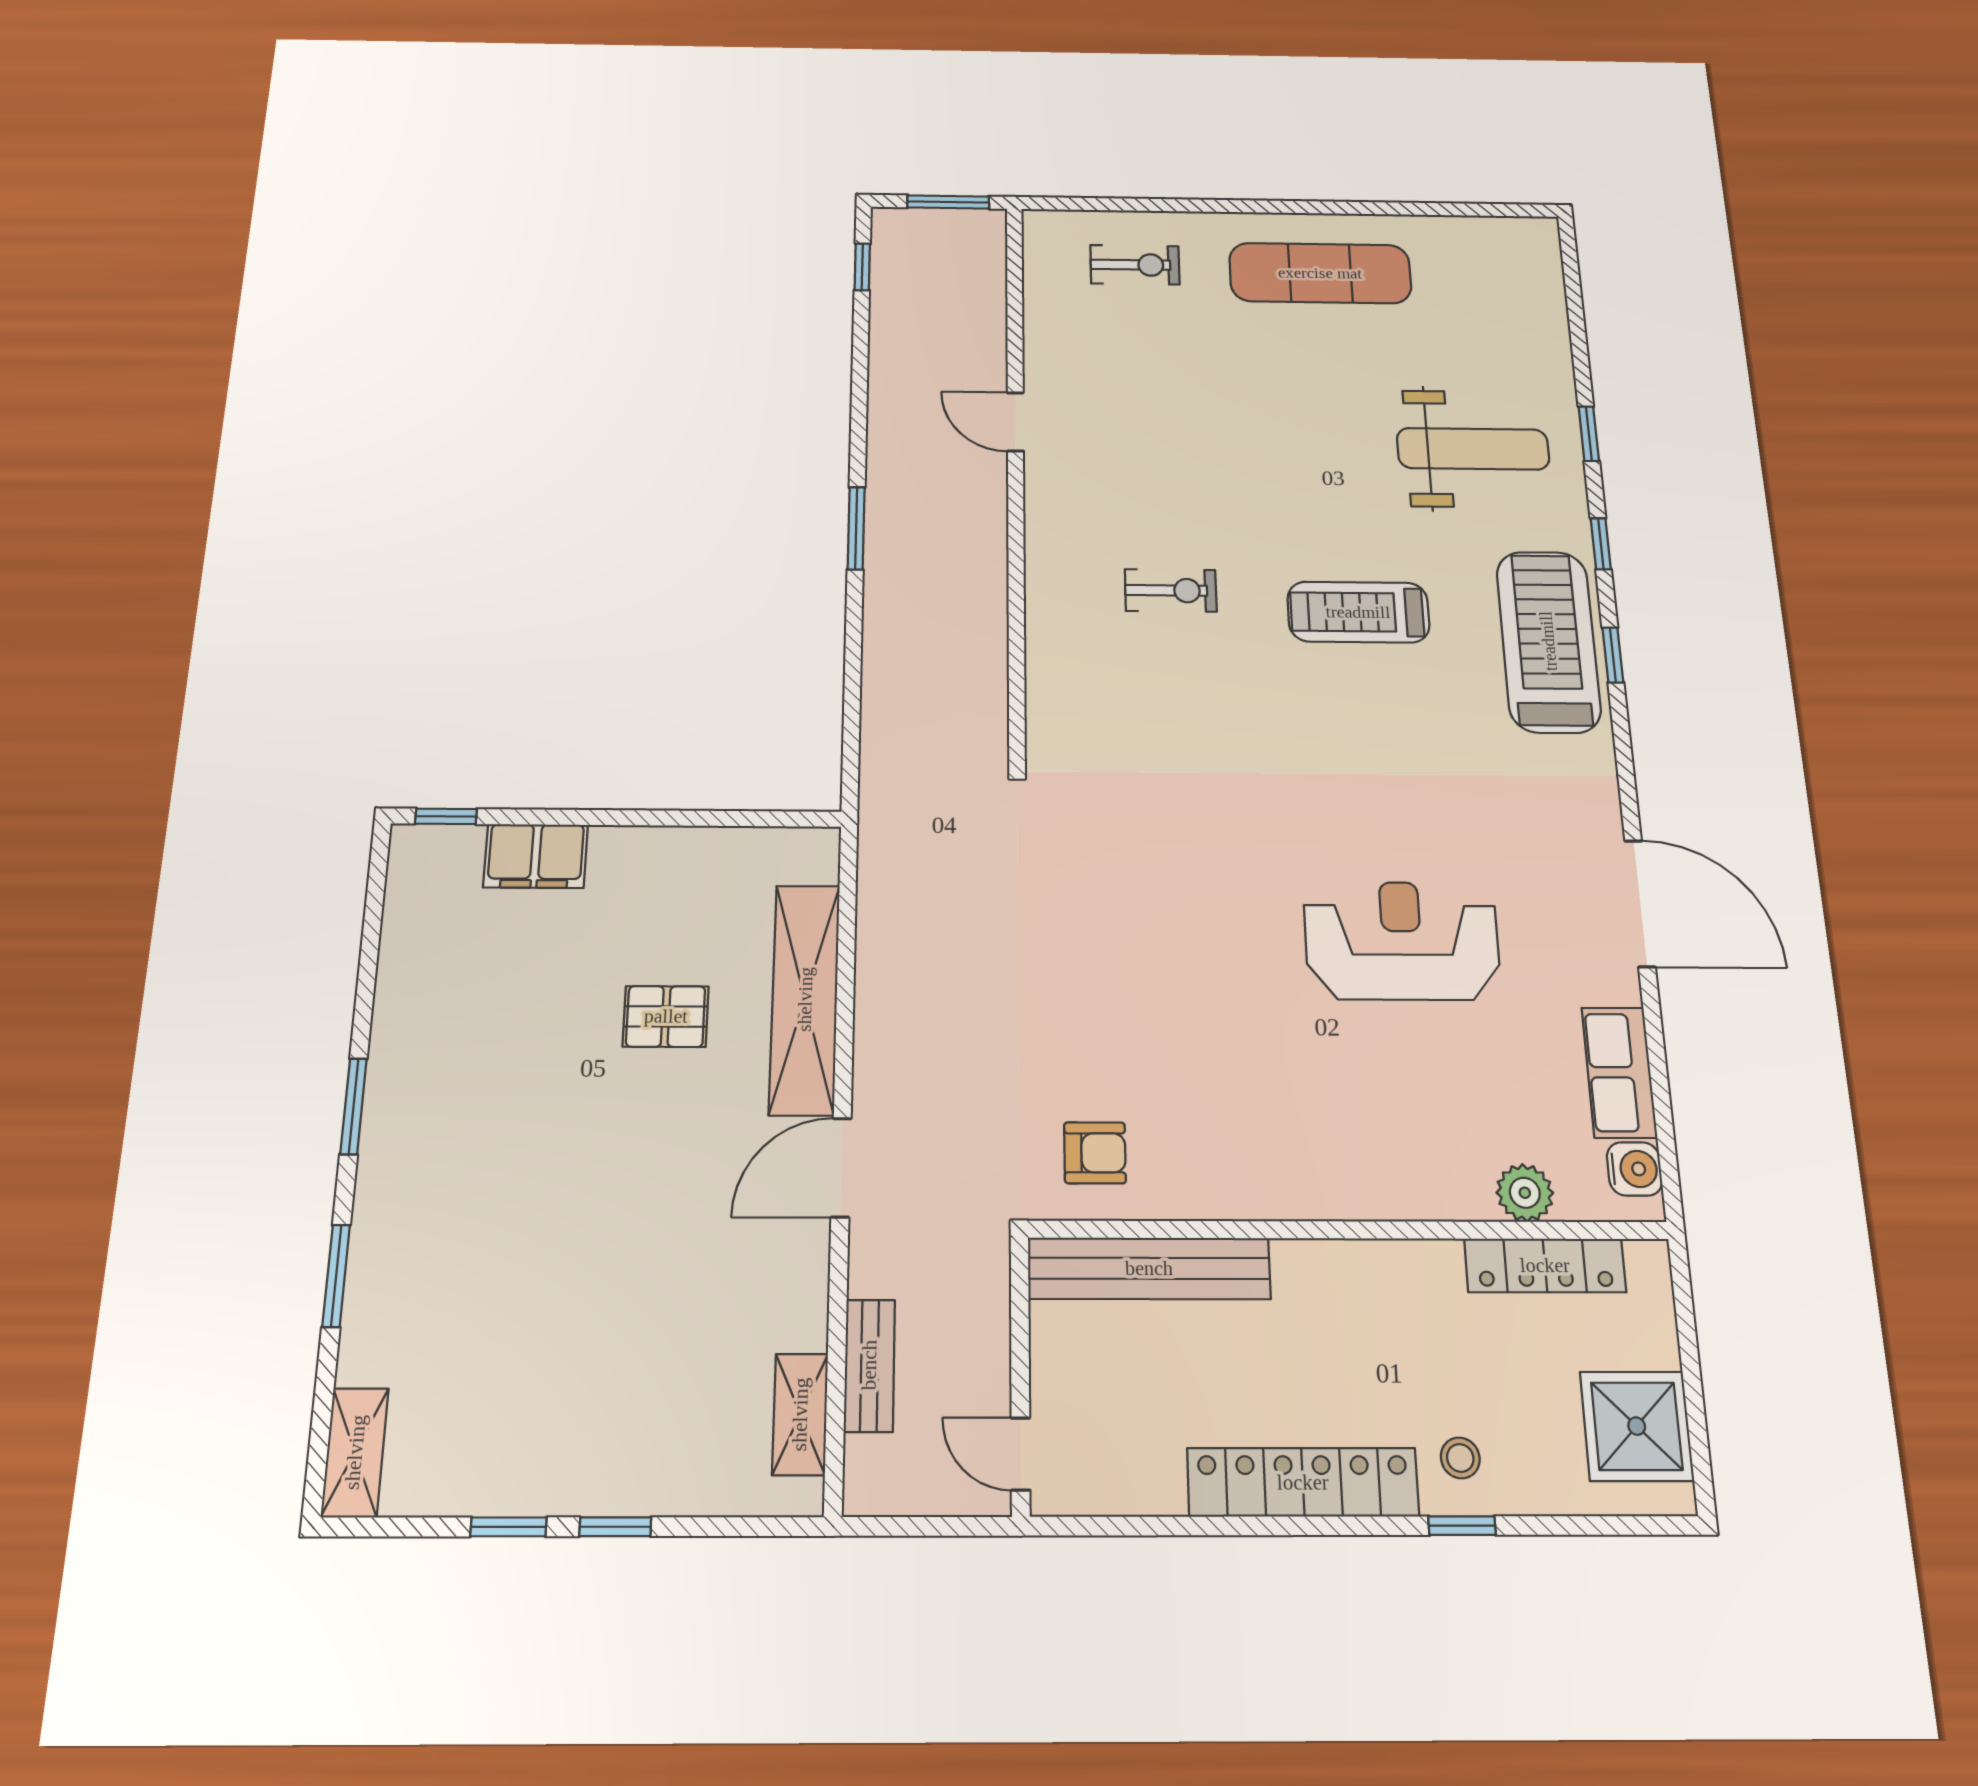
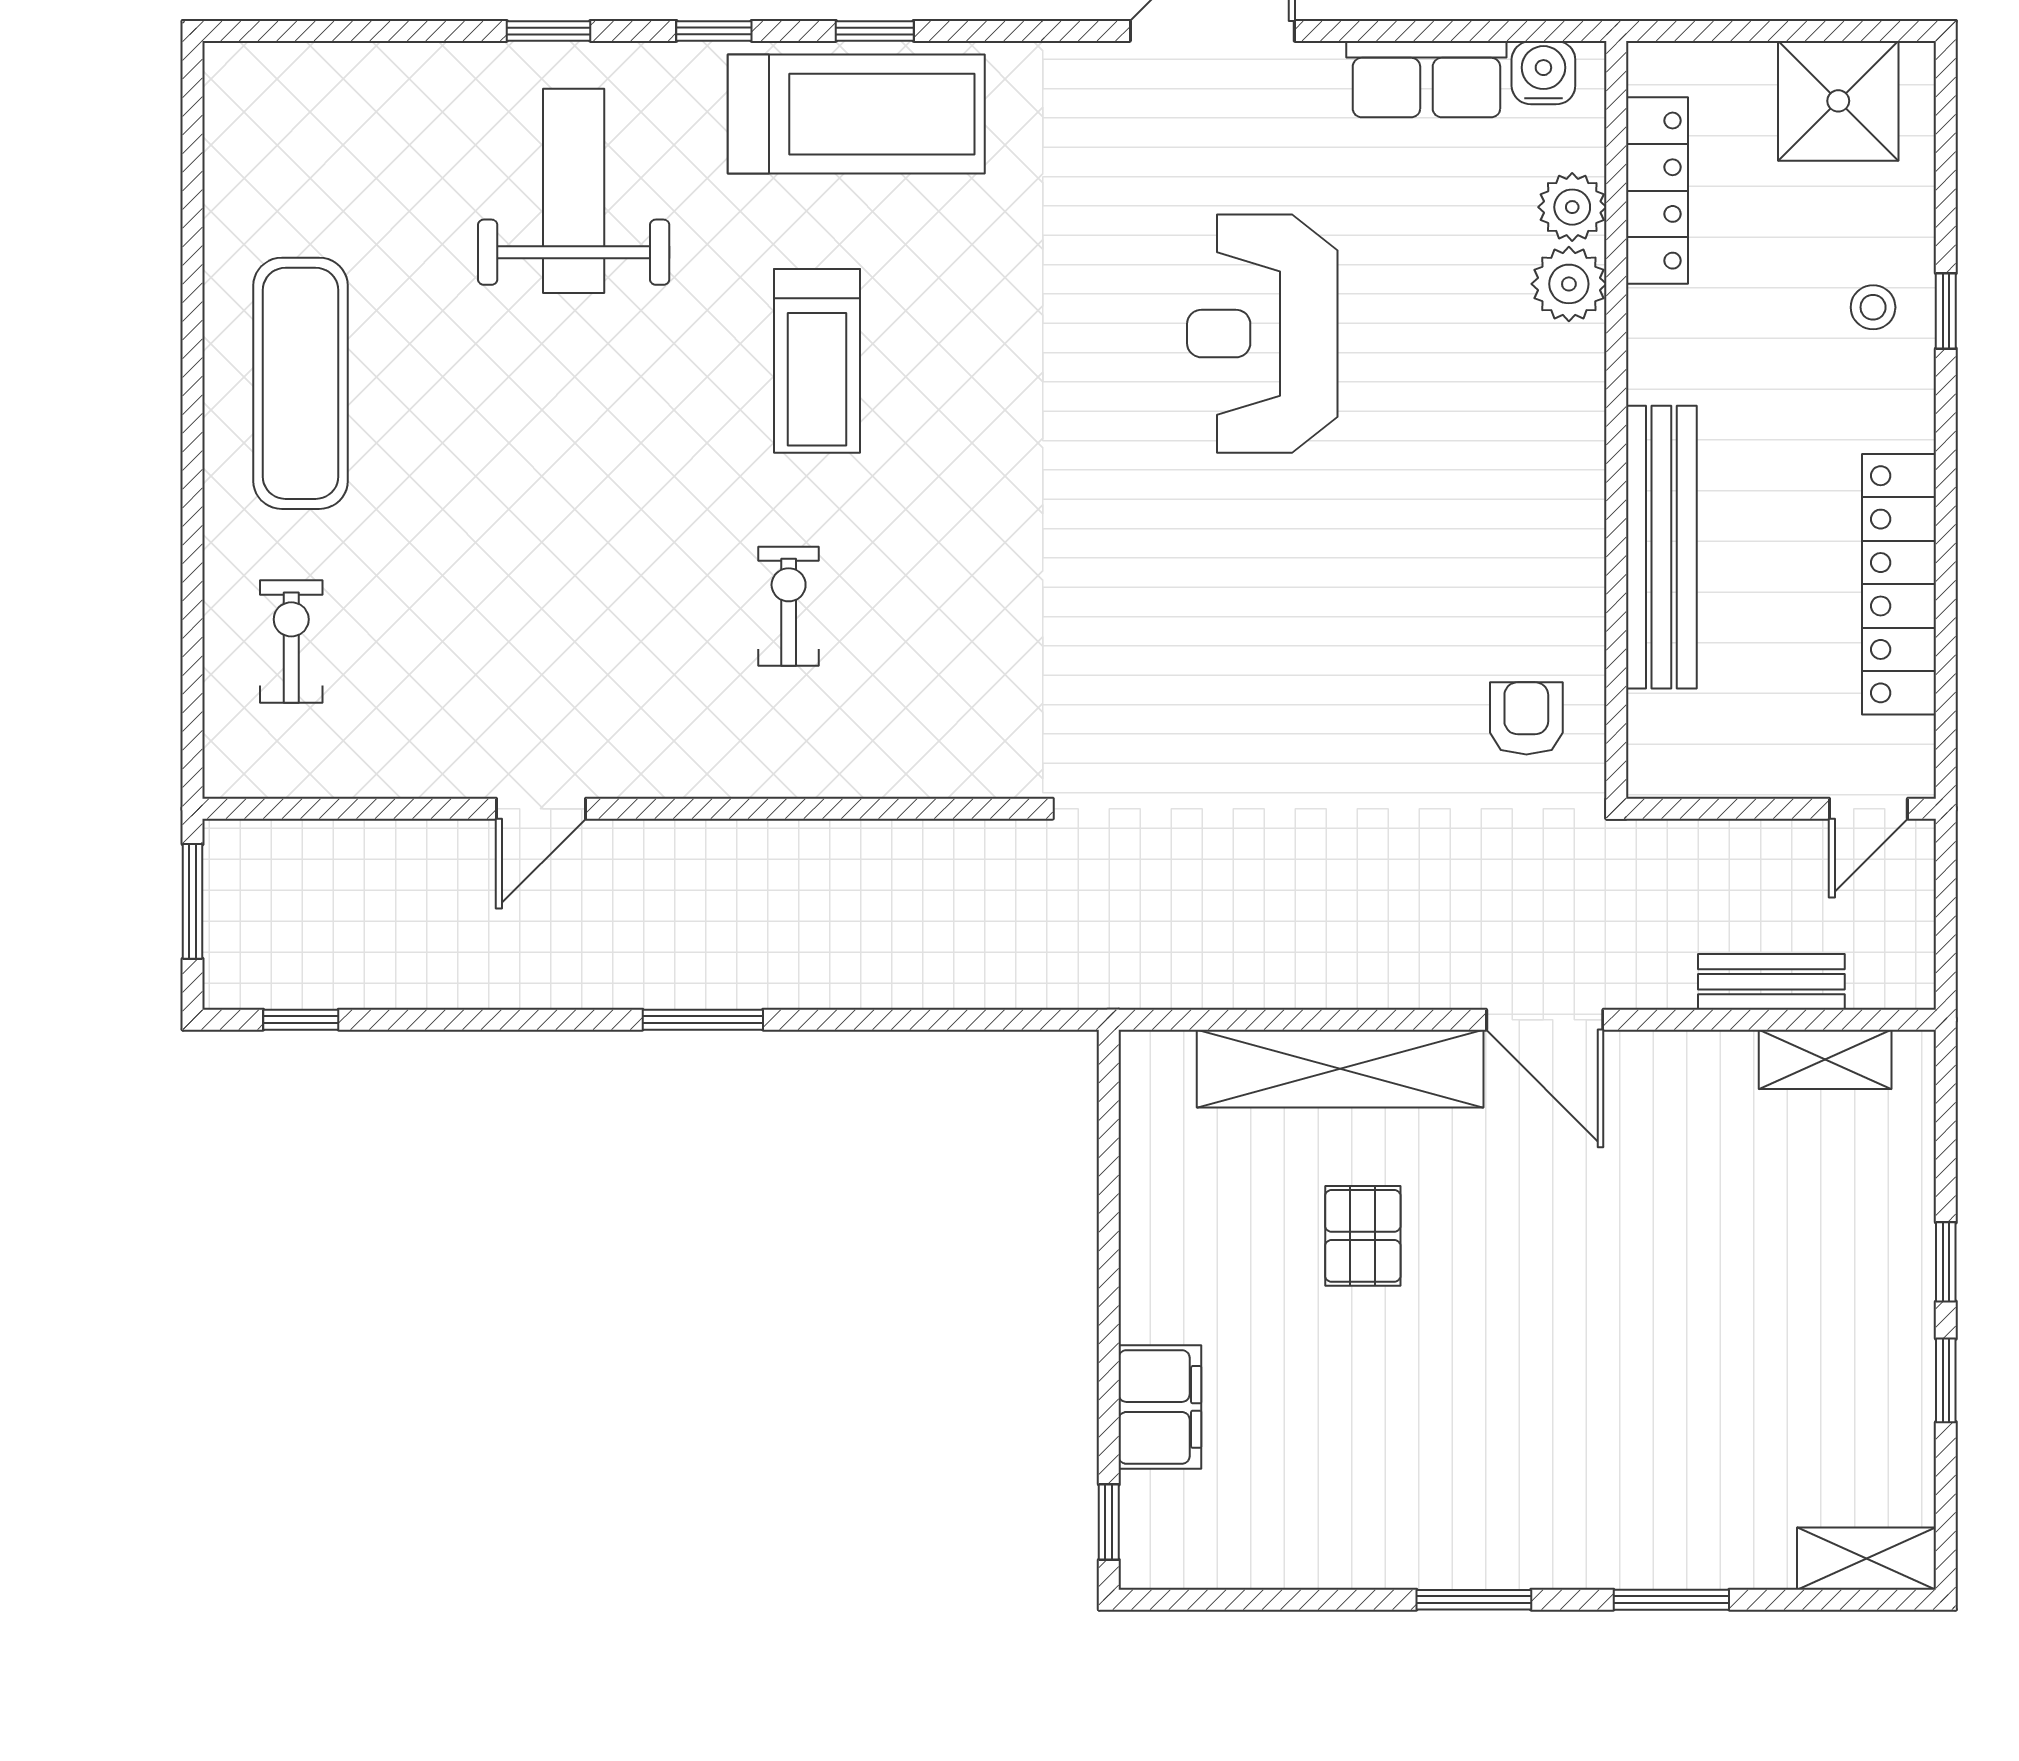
treadmill: (1548, 641) -> (856, 114), turned 180
plant: (1460, 1190) -> (1569, 284), added
bench: (1149, 1268) -> (1661, 547), moved
locker: (1303, 1482) -> (1899, 584), moved

